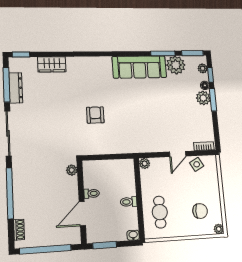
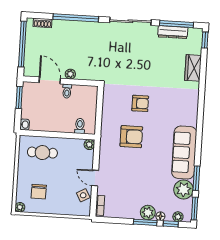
armchair: (131, 121) -> (131, 137), added
plant: (72, 170) -> (70, 74), moved
toilet: (129, 202) -> (80, 126), moved

